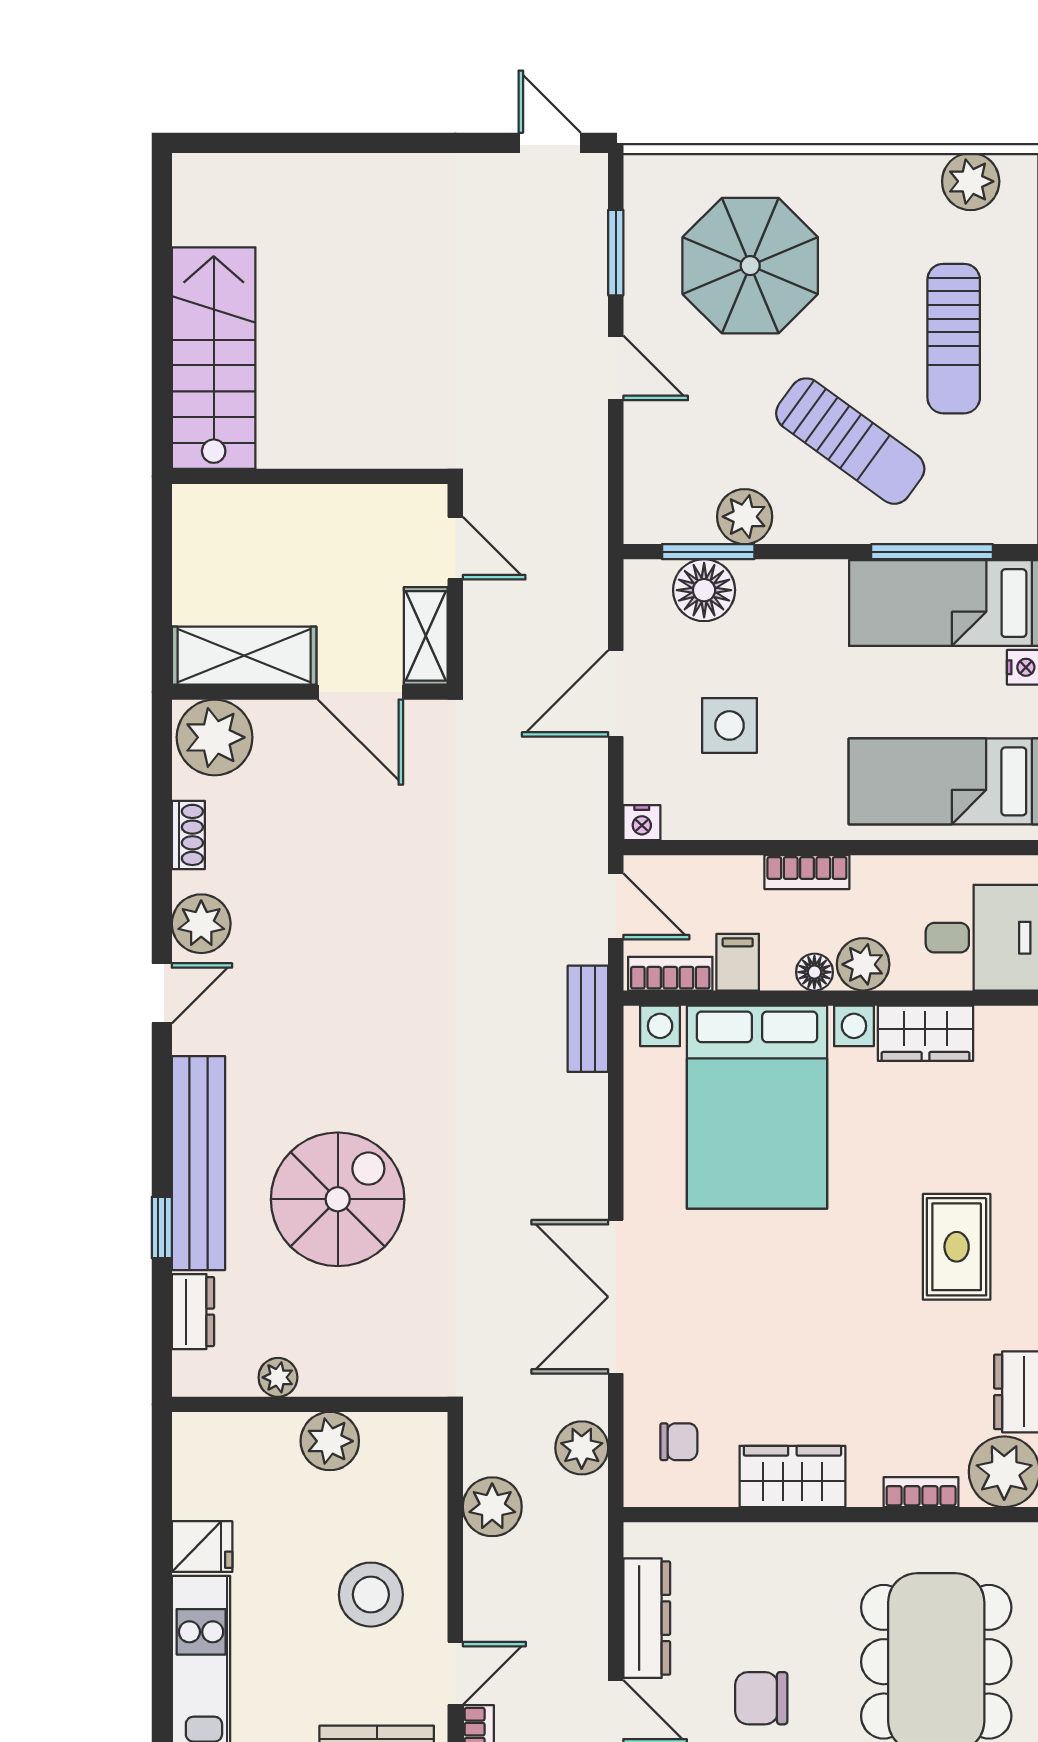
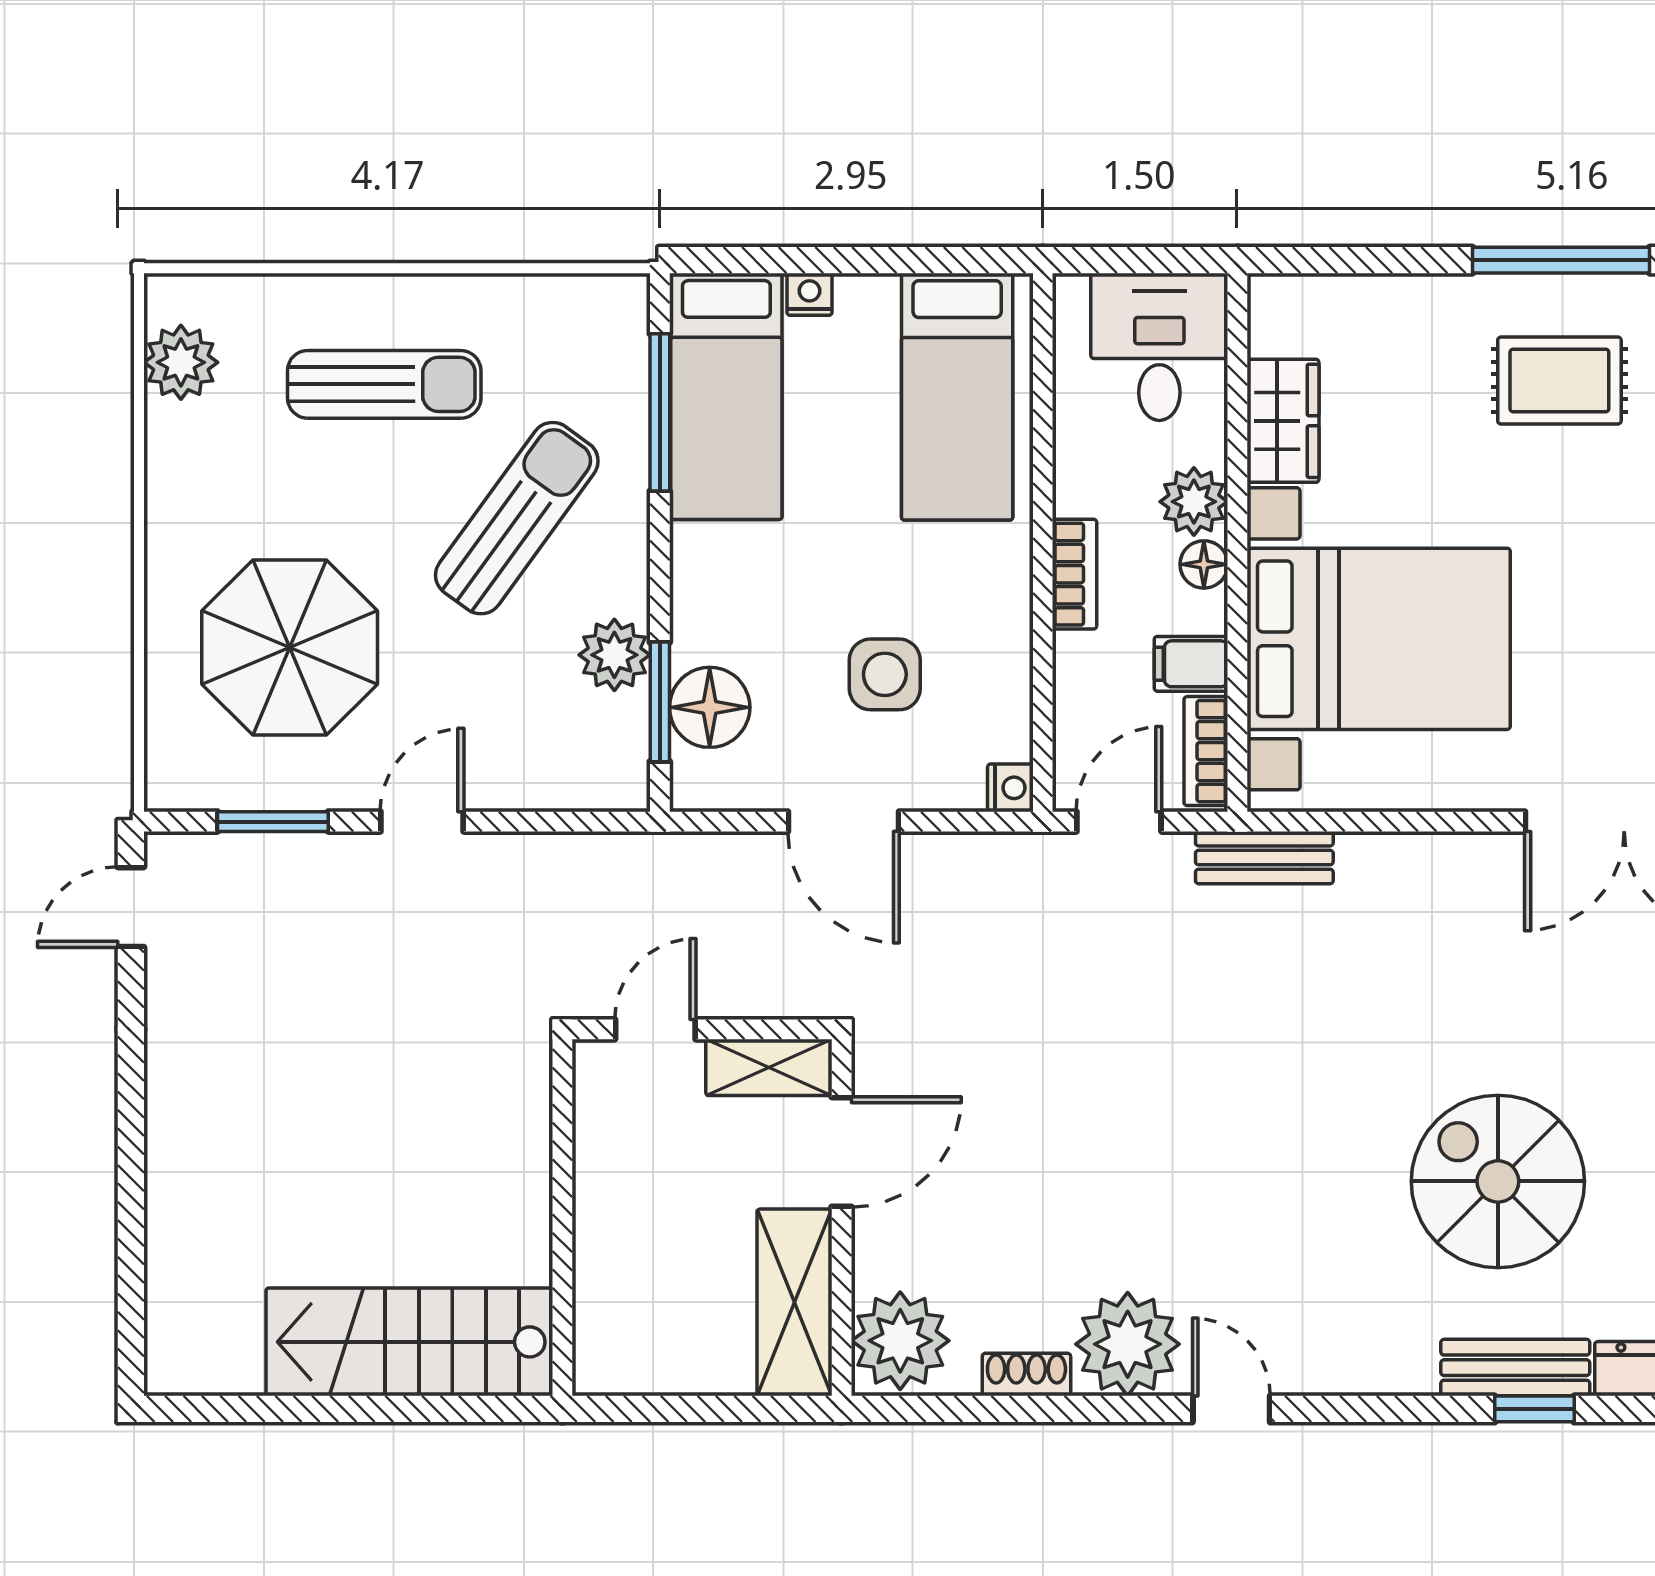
plant: (201, 924) -> (1128, 1344), width x1.36, depth x1.36
bench: (198, 1163) -> (1515, 1368), width x0.54, depth x0.82

